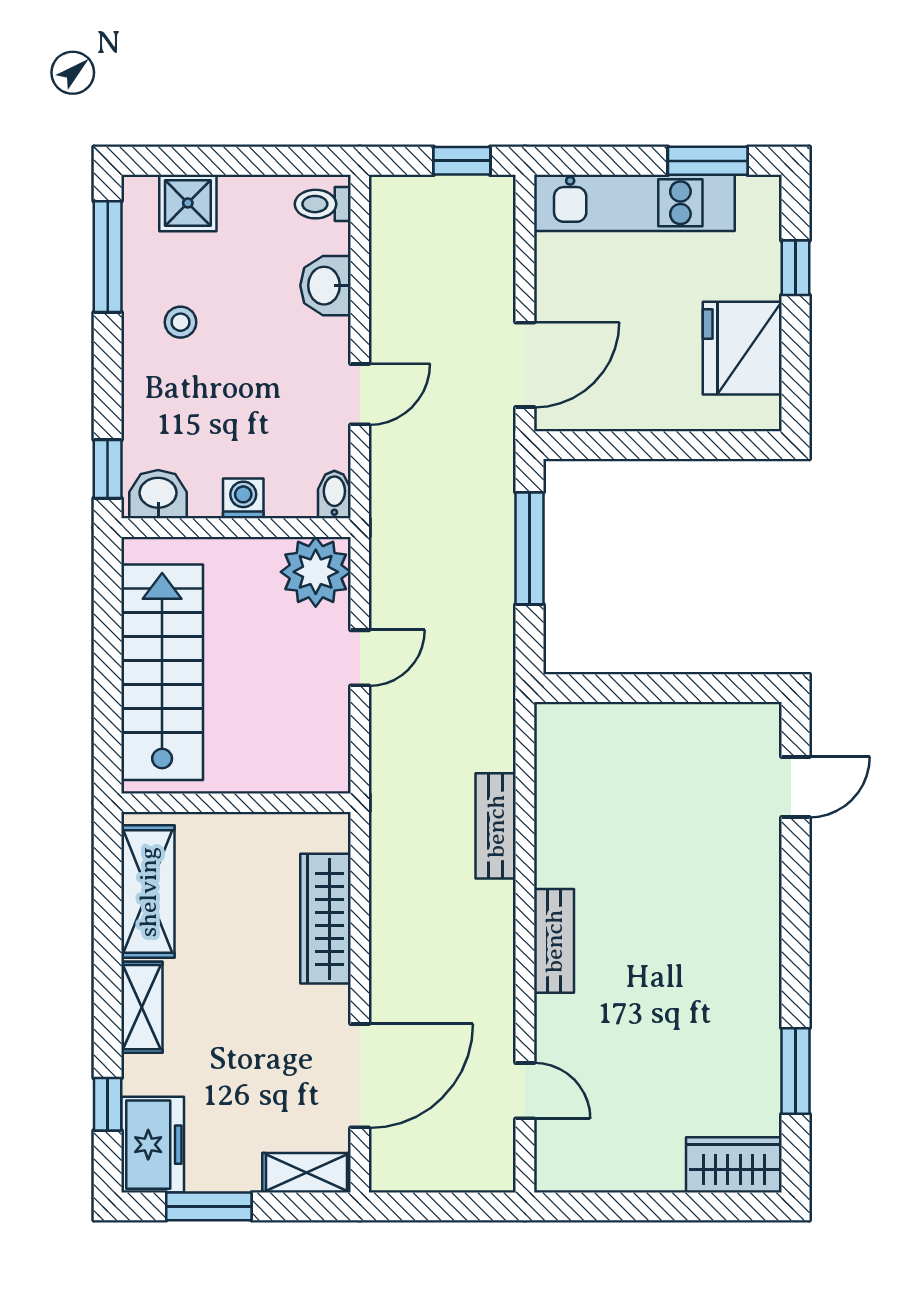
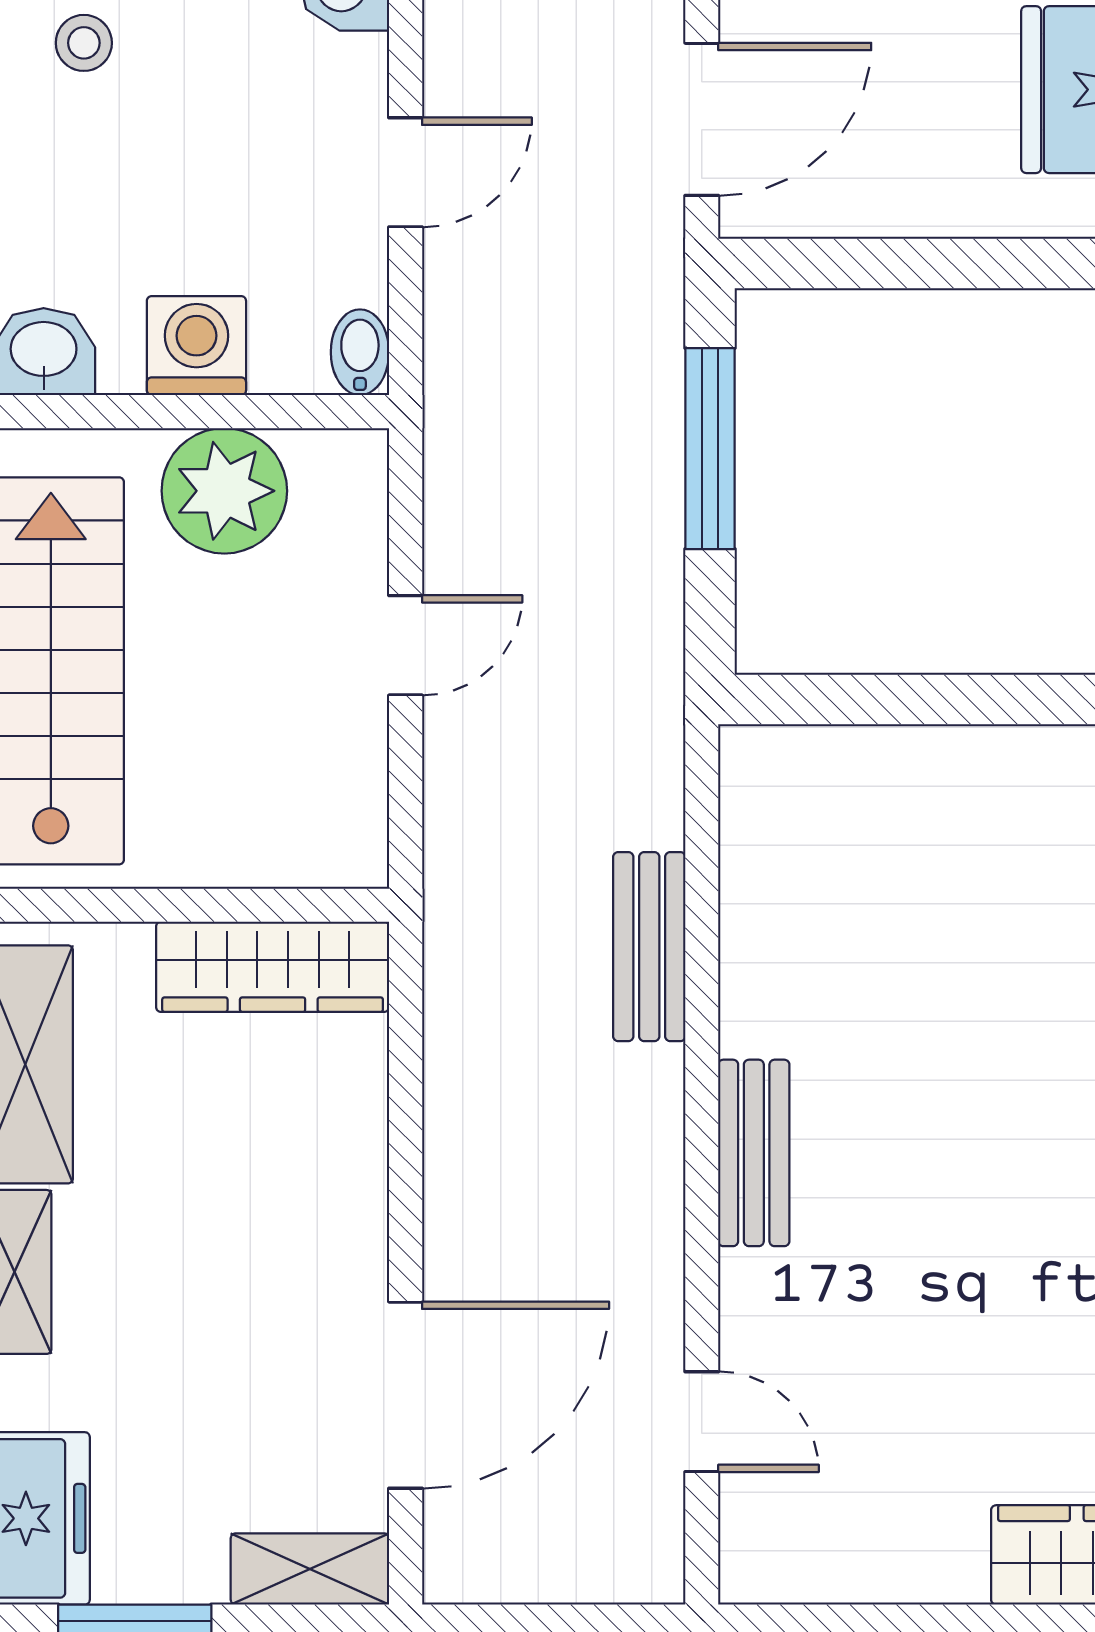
washing machine: (243, 498) -> (196, 346), width x1.38, depth x1.38
plant: (316, 572) -> (224, 491), moved
wardrobe: (326, 919) -> (273, 967), moved, turned -90

